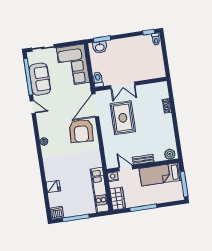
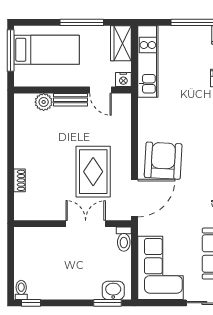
plant: (170, 154) -> (44, 102), moved
bed: (160, 174) -> (47, 50), moved

